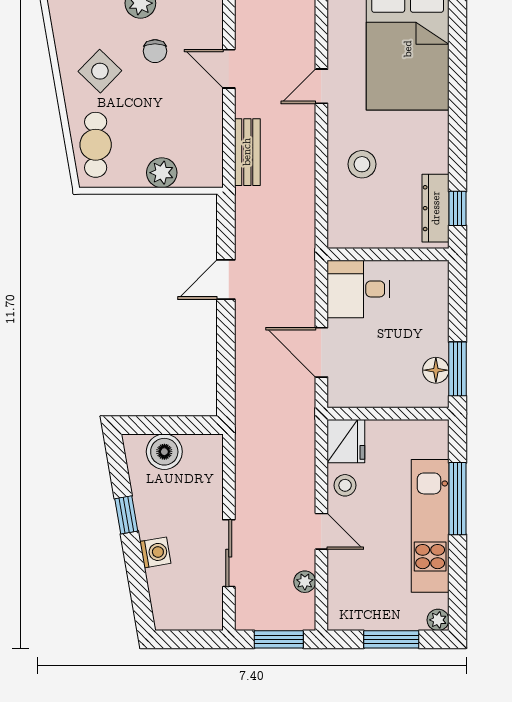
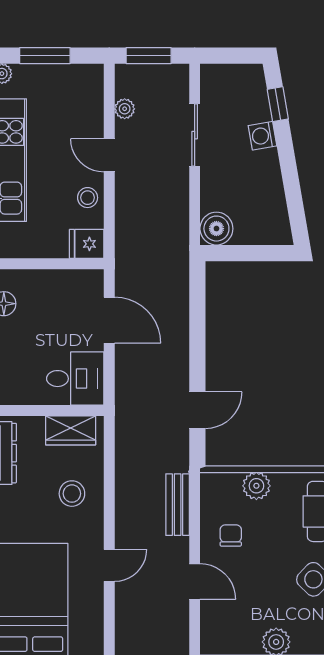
chair: (155, 51) -> (231, 535), moved
wardrobe: (363, 233) -> (71, 430), added
door: (226, 280) -> (197, 410), moved
fridge: (346, 441) -> (87, 244), width x0.72
boiler: (164, 452) -> (216, 229), moved
window: (126, 515) -> (278, 104), moved

